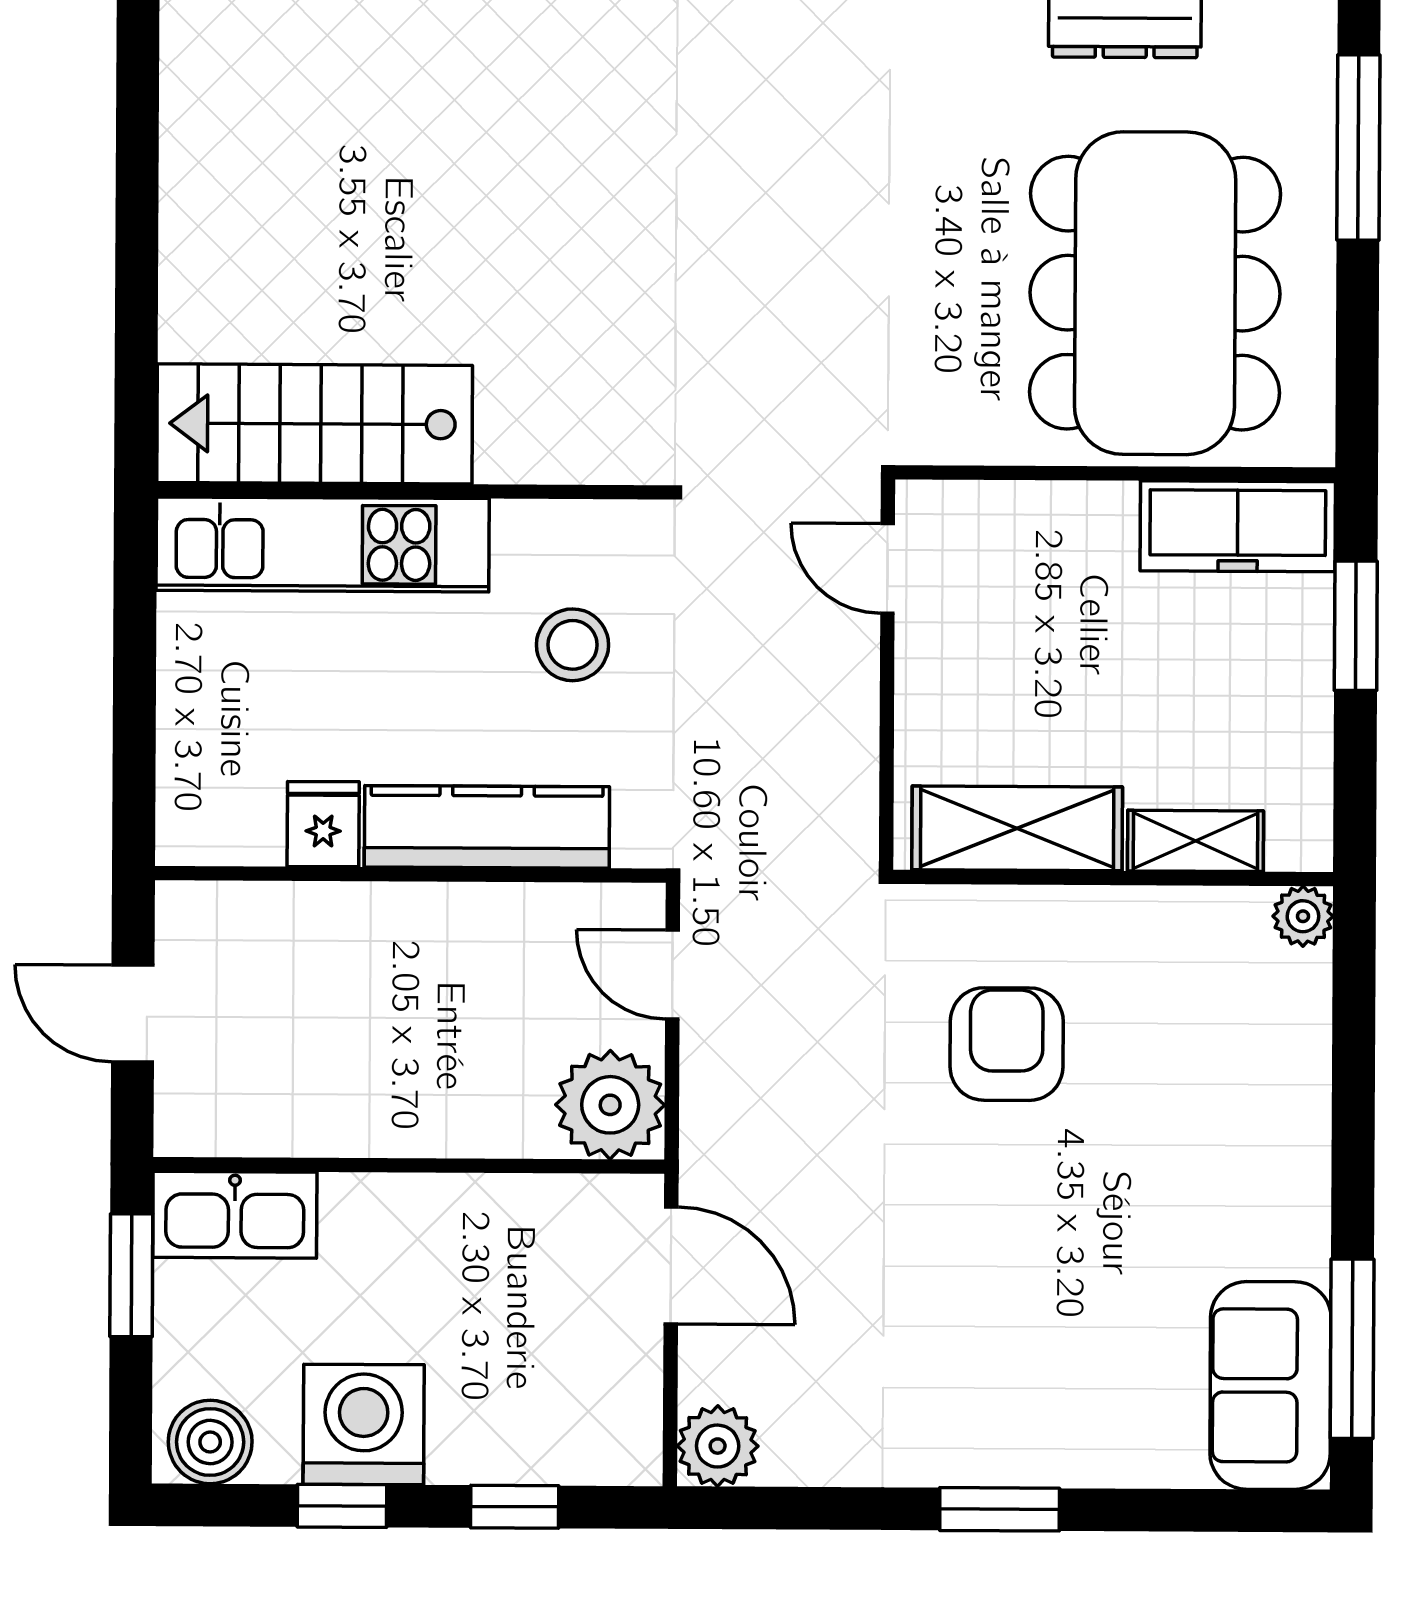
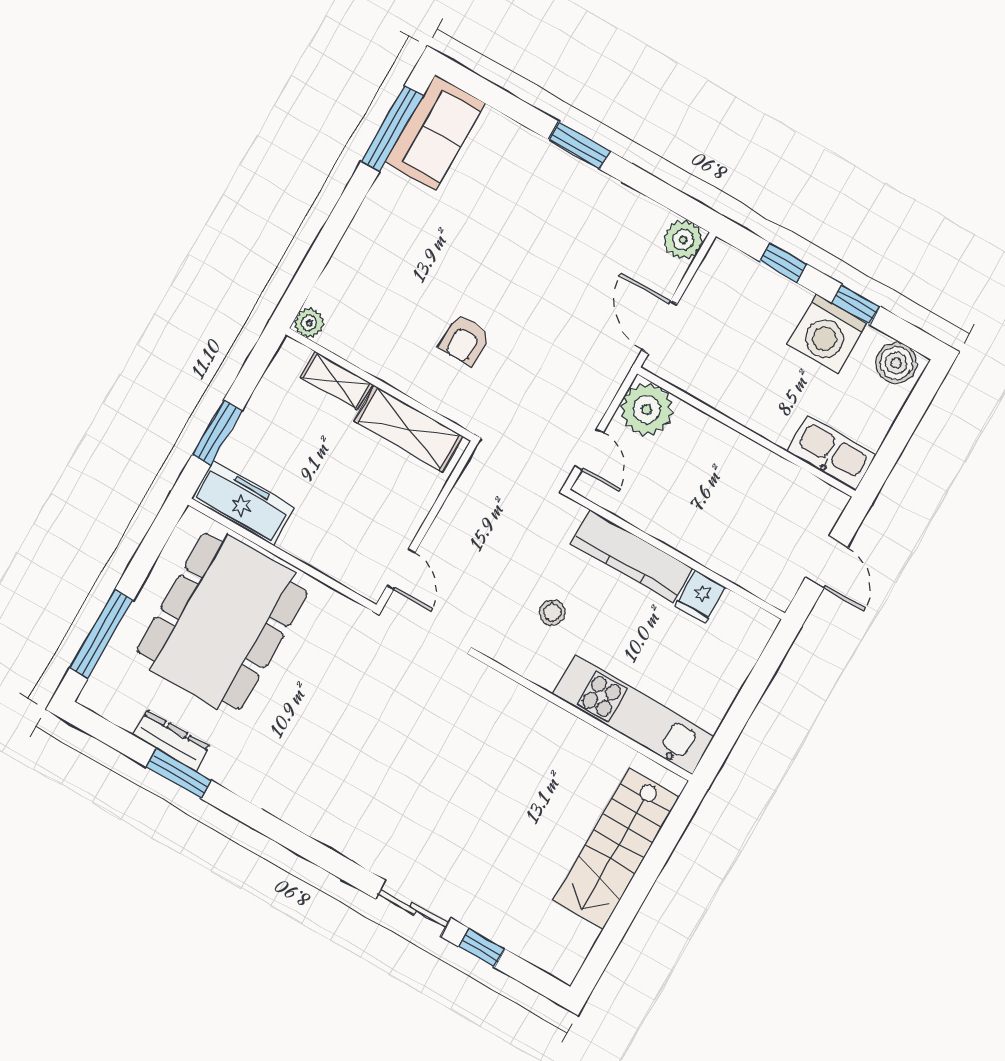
stairs: (315, 424) -> (617, 848), moved, turned 90
stool: (573, 645) -> (552, 613), width x0.73, depth x0.73
armchair: (1007, 1044) -> (465, 340), width x0.72, depth x0.72
window: (131, 1275) -> (890, 452), removed

